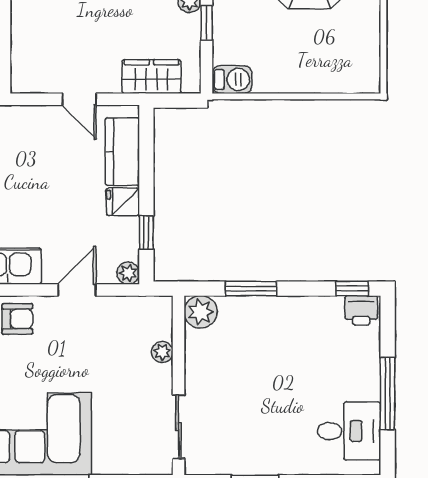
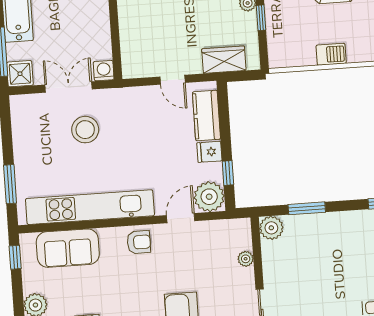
barbecue: (232, 80) -> (331, 54), moved
plant: (128, 273) -> (209, 197), width x1.88, depth x1.88

